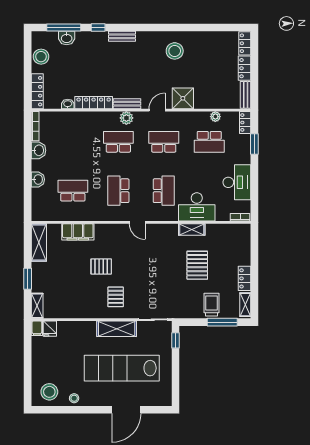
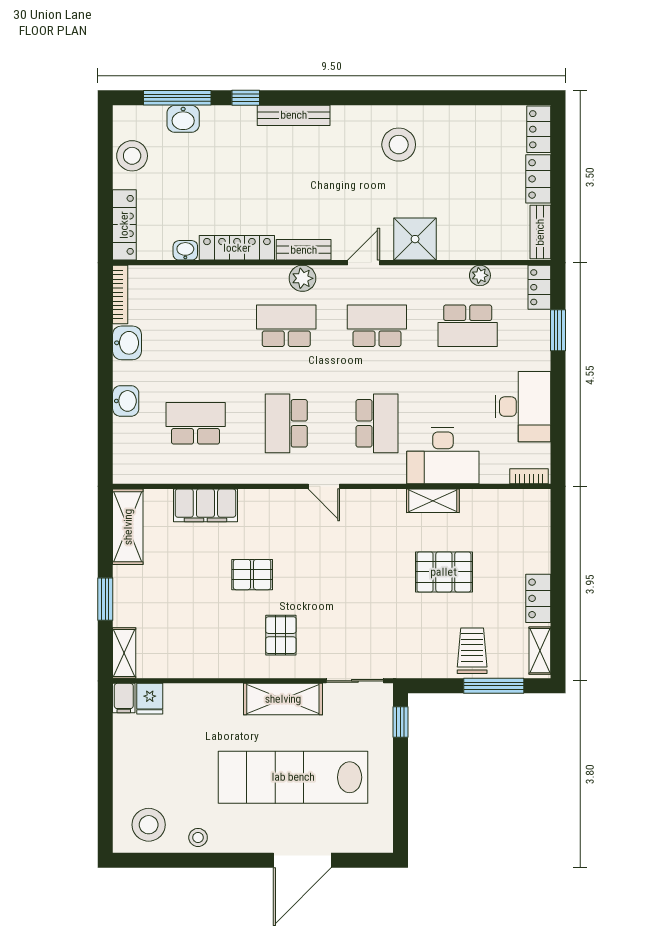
bench: (122, 36) -> (294, 115), width x1.36
pallet: (197, 265) -> (444, 572), turned 90

